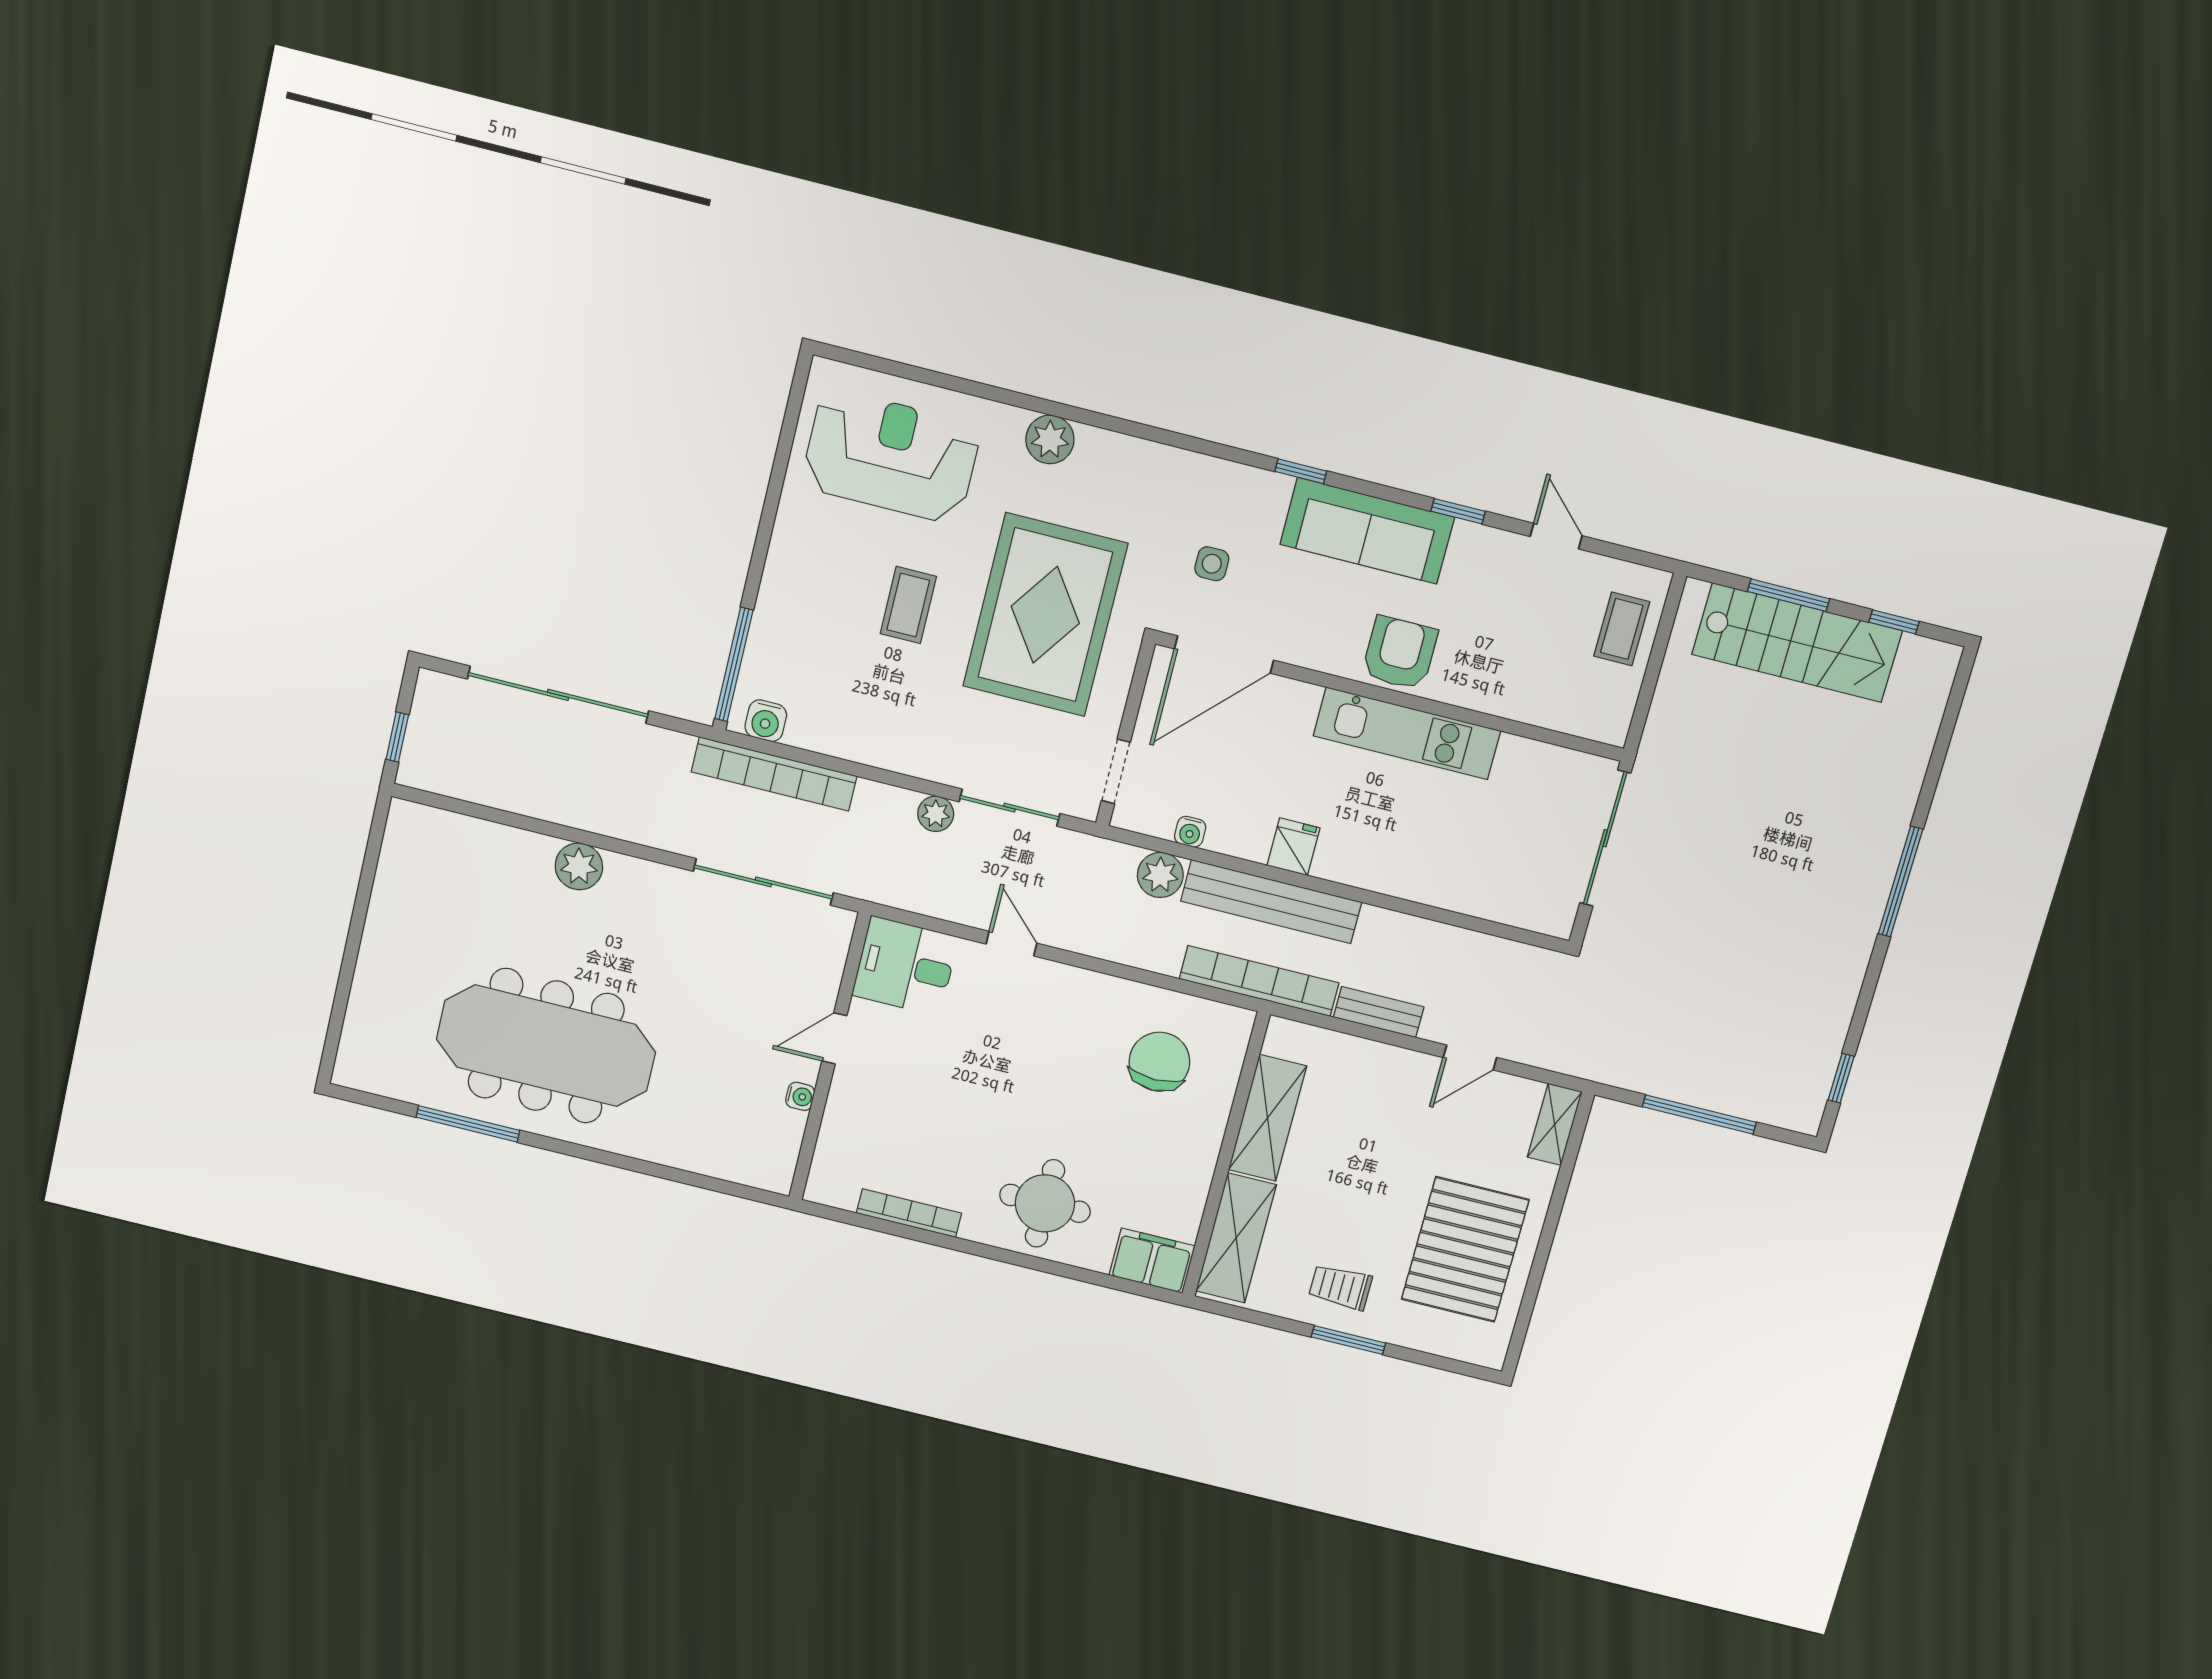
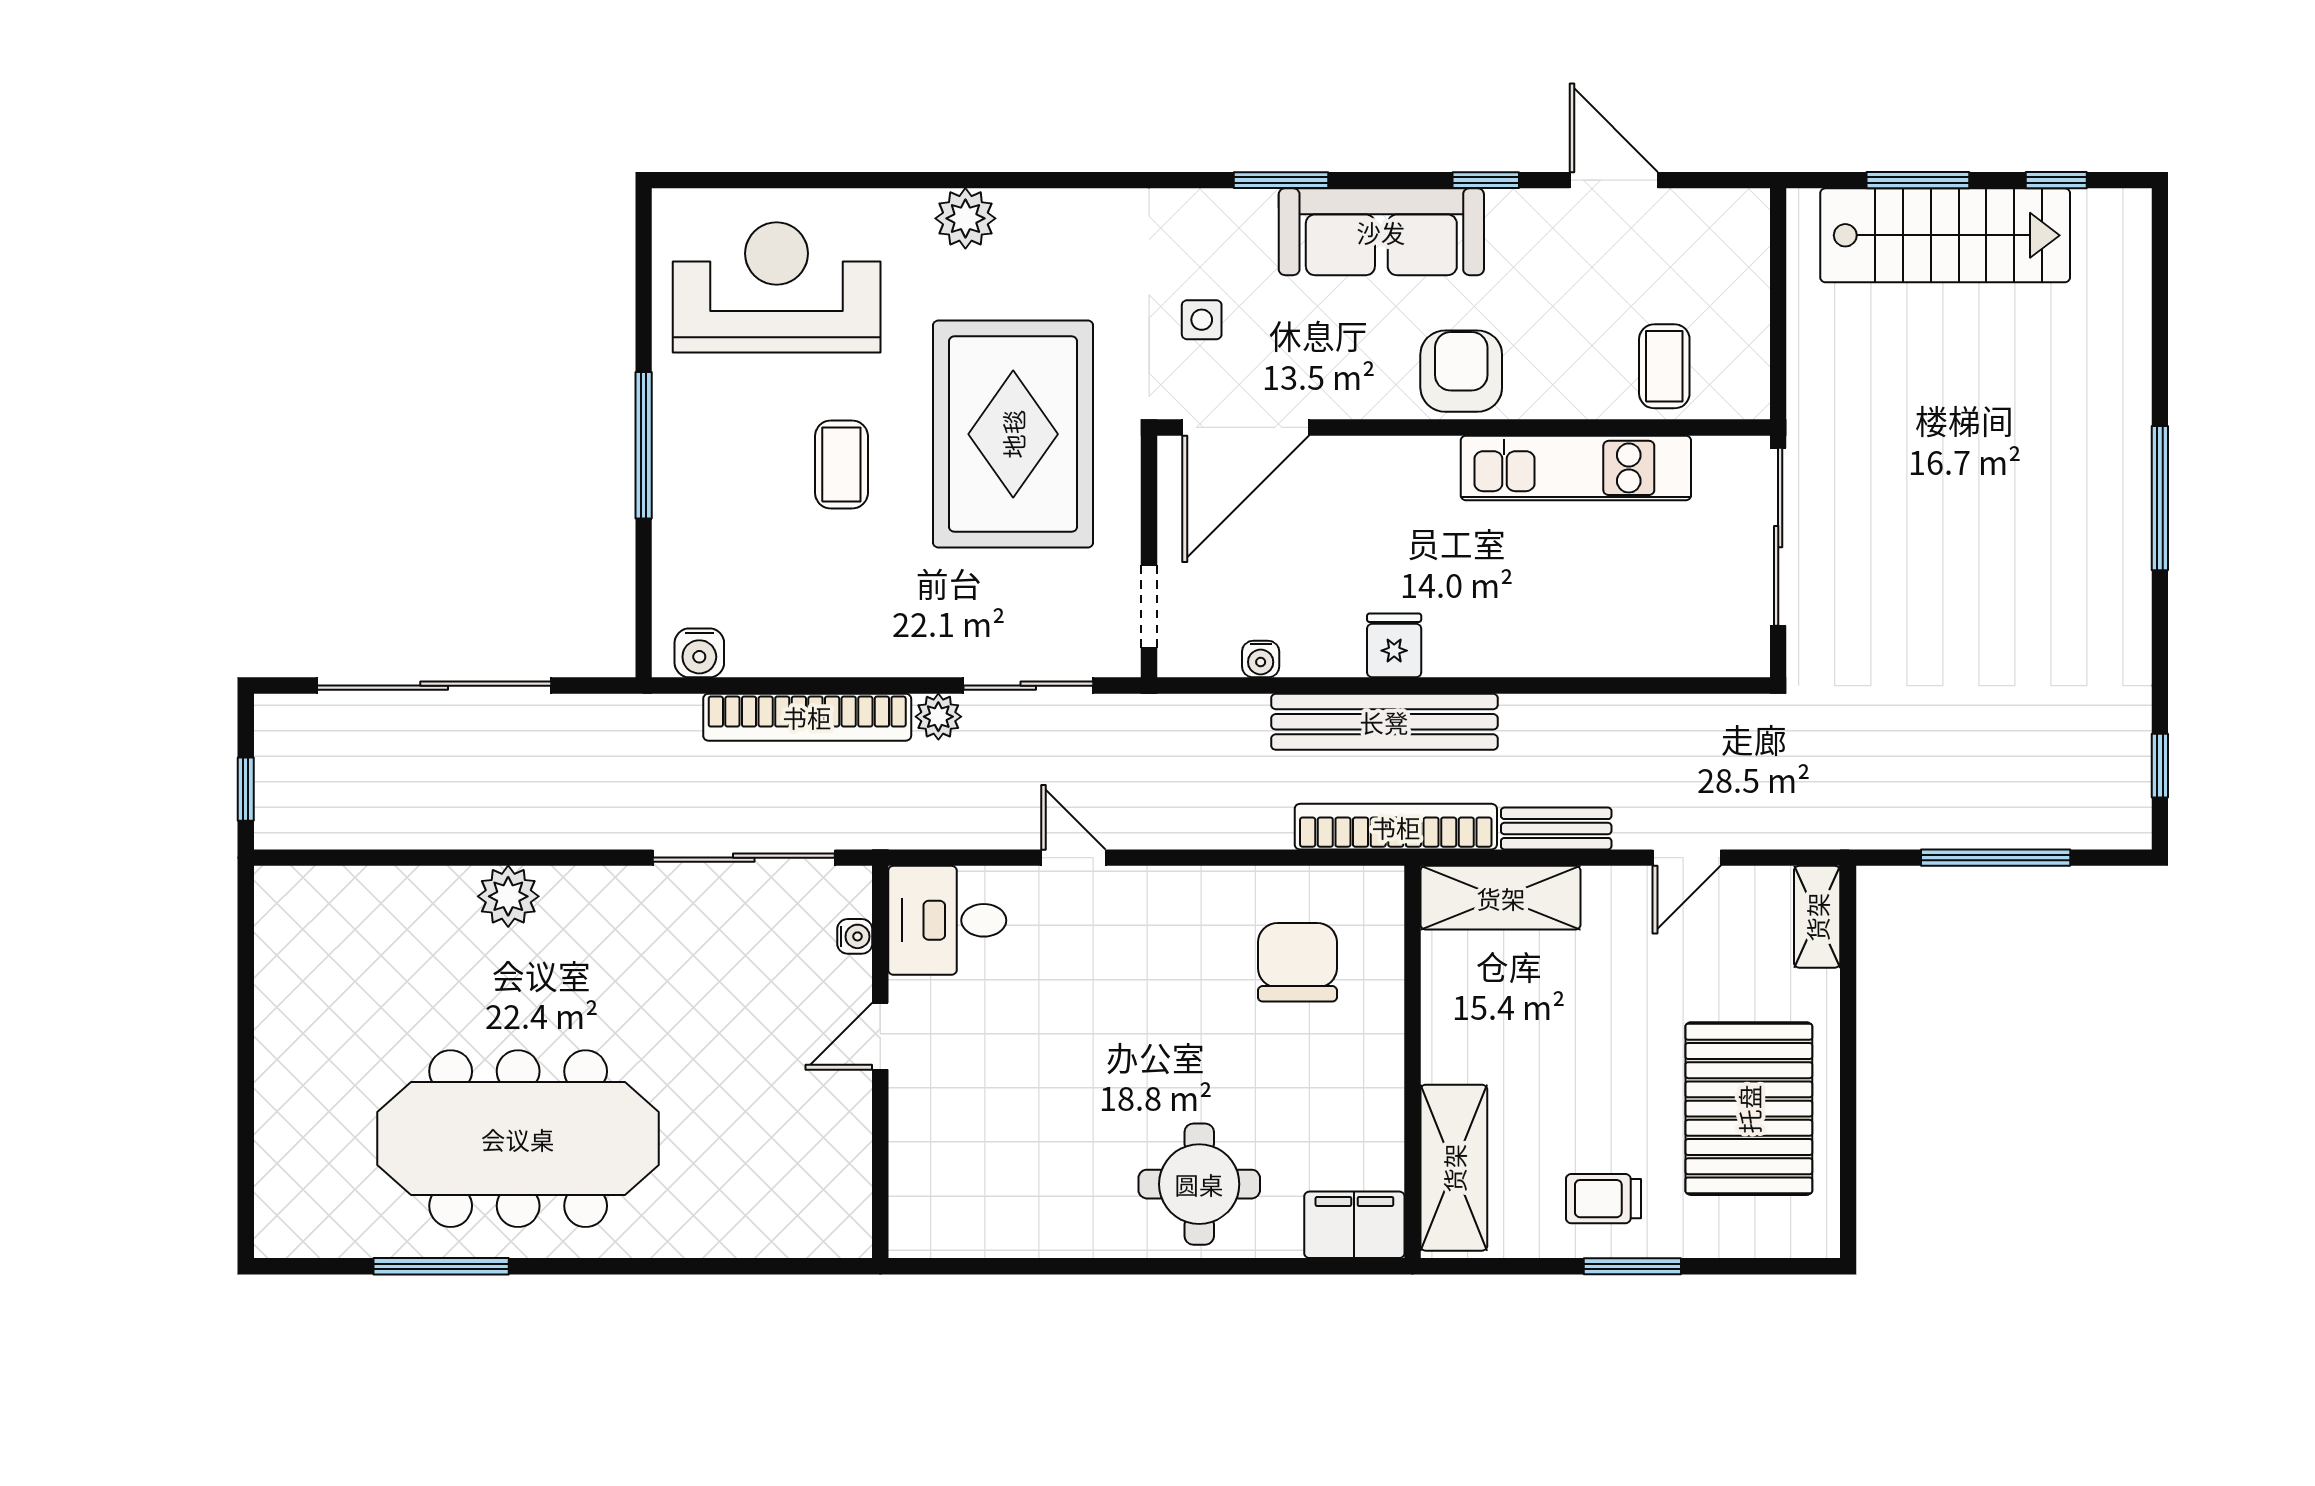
window: (1301, 471) -> (1281, 180), width x1.50
door: (1556, 536) -> (1614, 180), width x1.38
coffee table: (1622, 629) -> (1664, 366), moved
window: (734, 664) -> (644, 445), moved
kitchen unit: (1407, 733) -> (1576, 468), moved
bookcase: (774, 774) -> (807, 717), moved
plant: (1160, 875) -> (1238, 723), removed
water cooler: (800, 1096) -> (855, 936), moved
shelving: (1268, 1118) -> (1501, 898), moved, turned 90
bookcase: (909, 1213) -> (1029, 1241), removed

